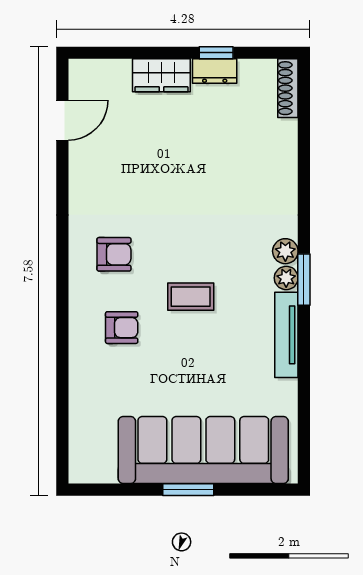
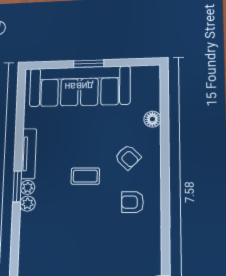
armchair: (122, 328) -> (128, 157), turned -135
floor lamp: (82, 391) -> (152, 119), added

